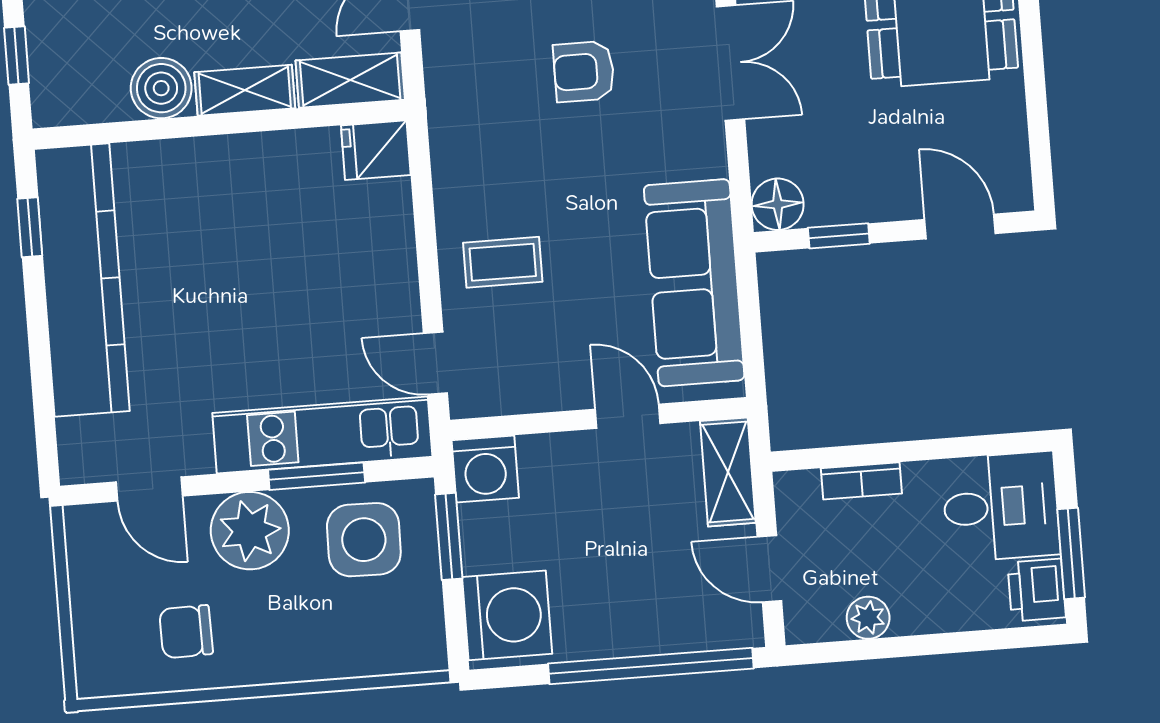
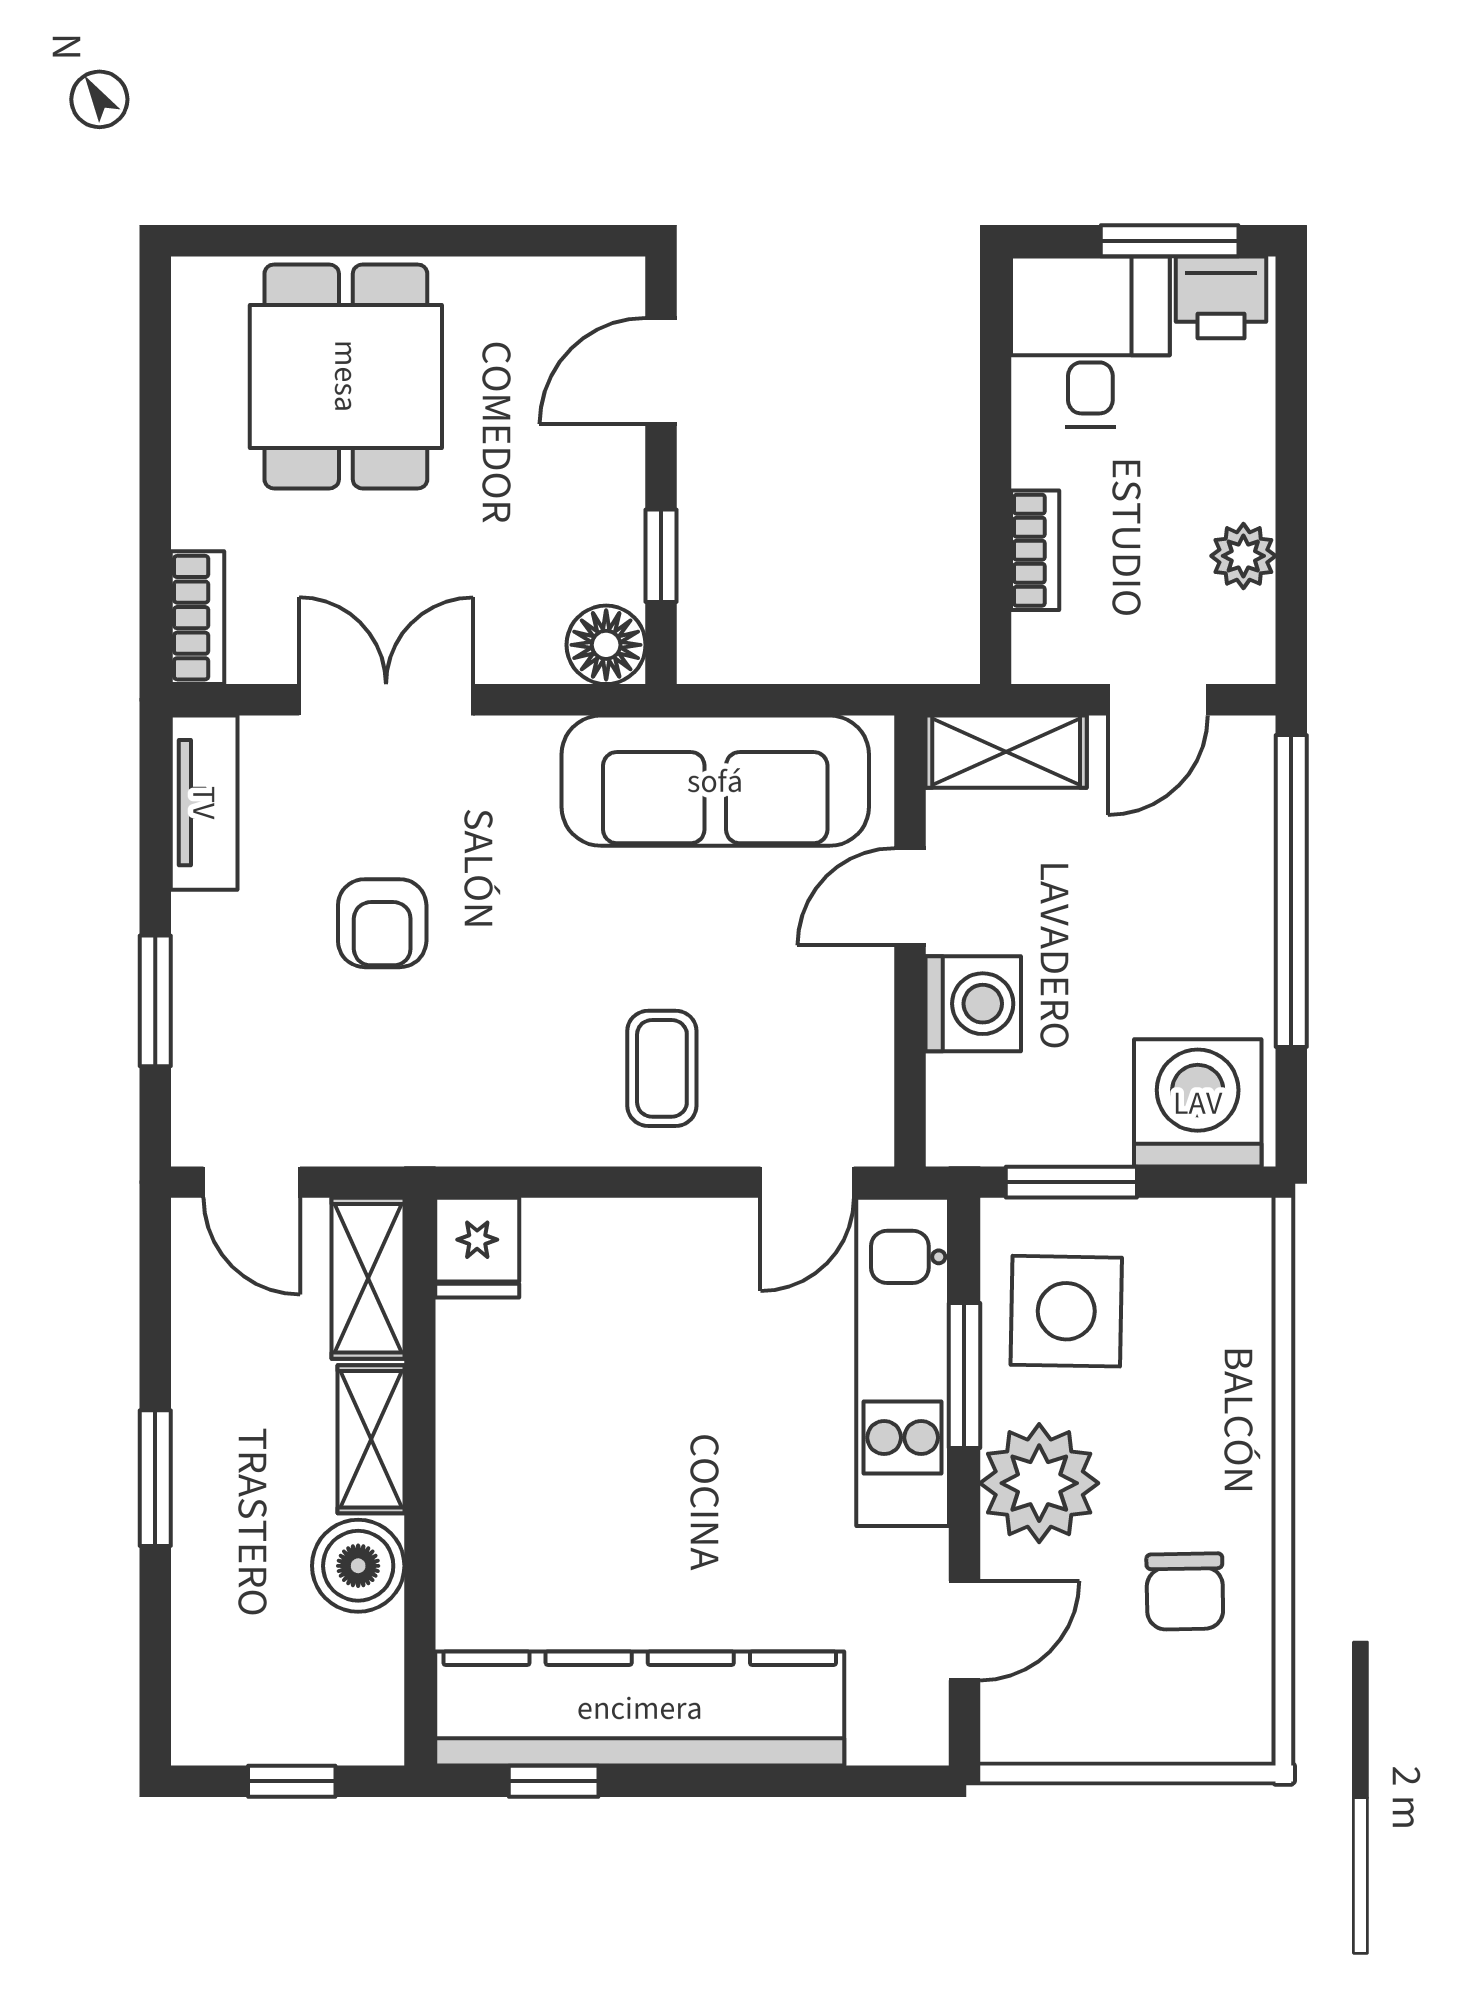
washing machine: (485, 469) -> (973, 1004), moved

